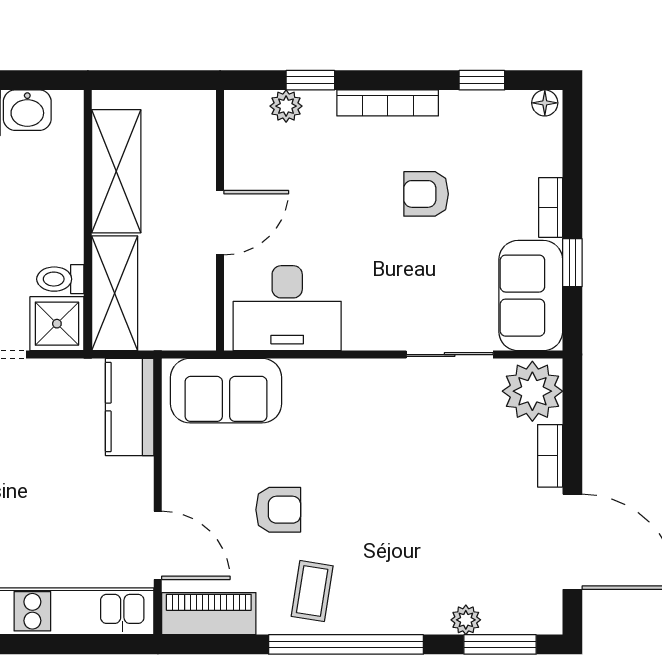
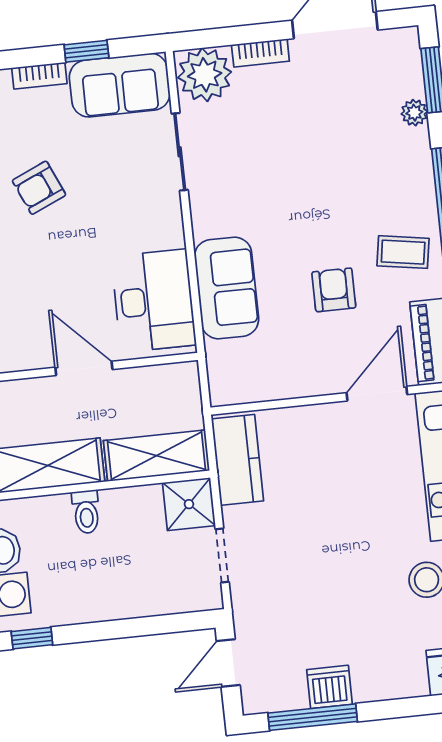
armchair: (426, 194) -> (39, 188), turned 66
toilet: (60, 279) -> (86, 512), moved
sofa: (226, 391) -> (226, 288), moved
kitchen counter: (130, 407) -> (237, 460), moved, turned -90

